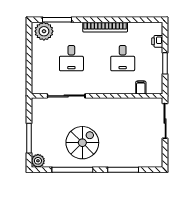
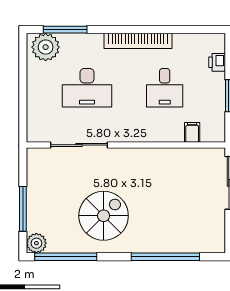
desk: (71, 58) -> (87, 88), width x1.37
window: (72, 170) -> (66, 257), moved
window: (123, 170) -> (165, 257), width x1.46

